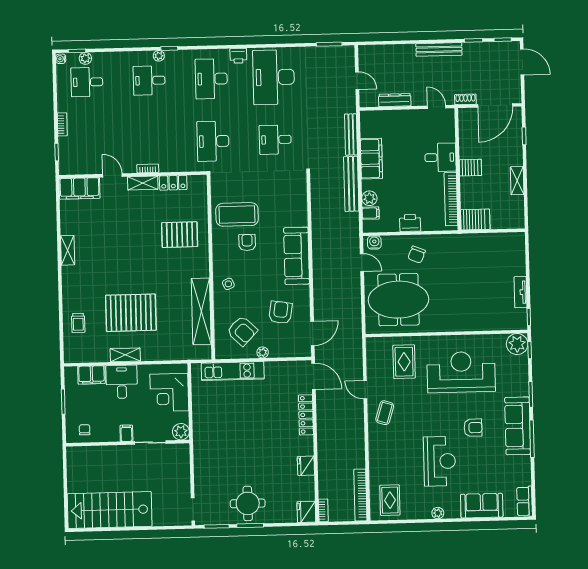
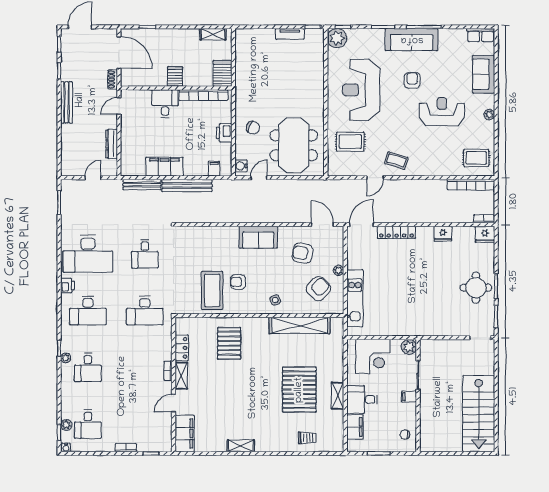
shelving: (517, 181) -> (213, 34), moved
plant: (369, 198) -> (201, 169), removed
sofa: (297, 256) -> (258, 237), width x0.73

